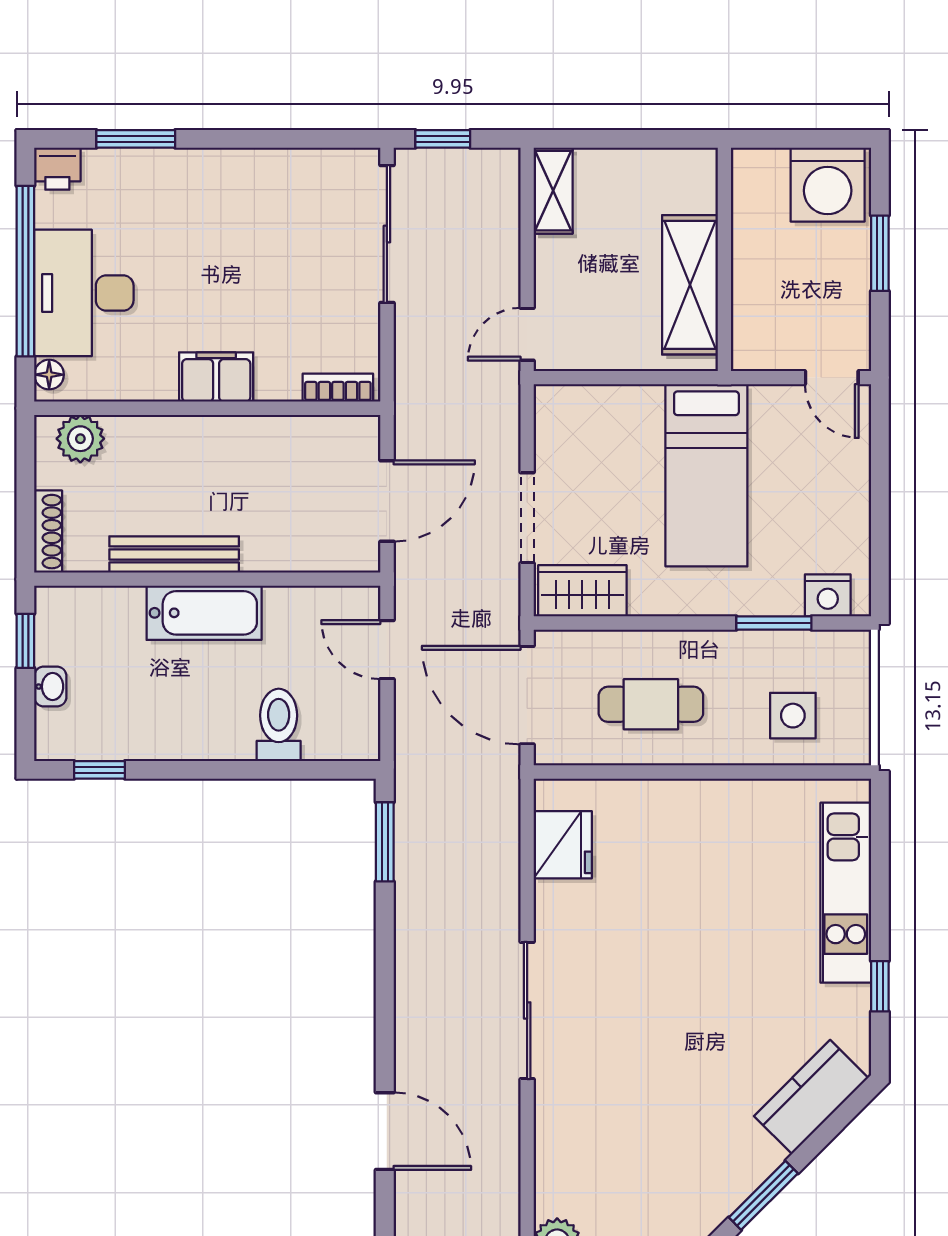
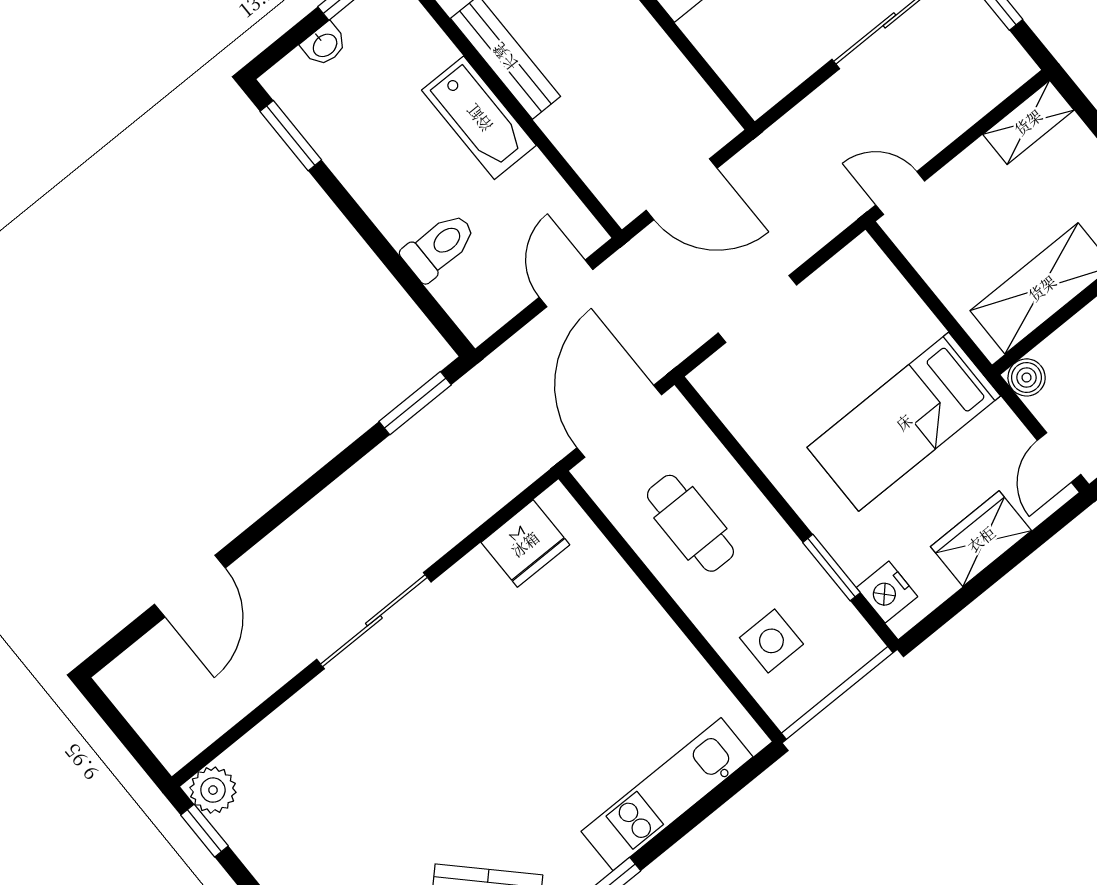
boiler: (749, 352) -> (1027, 377), added
bookcase: (338, 388) -> (739, 79), removed
wardrobe: (582, 591) -> (981, 539), moved, turned -90
window: (100, 770) -> (291, 136), width x1.50

